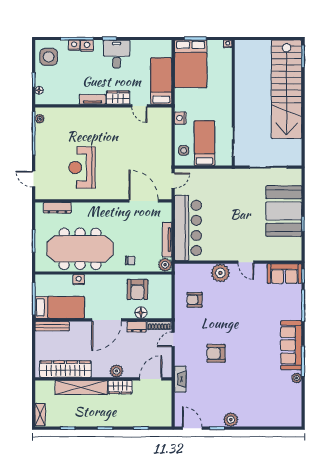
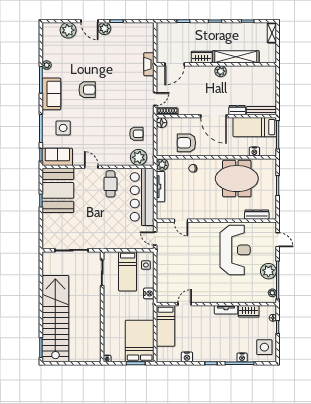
nightstand: (87, 46) -> (187, 357), moved
desk: (117, 54) -> (205, 350), removed
wardrobe: (118, 98) -> (249, 311), moved
door: (140, 106) -> (185, 304), hinge flipped
plant: (44, 143) -> (268, 271), added
reception desk: (82, 168) -> (235, 250), width x1.36, depth x1.30
door: (173, 181) -> (155, 238), hinge flipped
door: (144, 201) -> (181, 221), width x0.53
booth: (284, 211) -> (58, 190), moved
cafe table: (224, 243) -> (110, 184), added
meeting table: (80, 249) -> (237, 179), width x0.73
plant: (220, 273) -> (139, 157), moved
nightstand: (79, 280) -> (254, 151), moved
armchair: (137, 289) -> (186, 143), turned -90
side table: (278, 306) -> (63, 128), added
floor lamp: (141, 313) -> (161, 123), moved
door: (107, 320) -> (214, 116), swing flipped
dresser: (137, 327) -> (237, 110), moved
sofa: (291, 345) -> (51, 94), width x0.73
armchair: (216, 353) -> (87, 90), moved
wardrobe: (66, 369) -> (250, 73), removed
plant: (116, 371) -> (221, 71), moved
plant: (272, 418) -> (68, 30), added
door: (192, 428) -> (89, 21), moved

